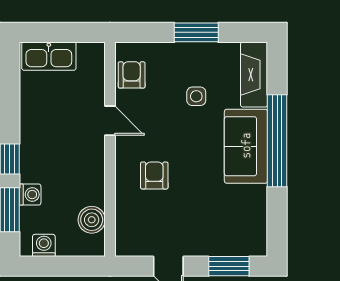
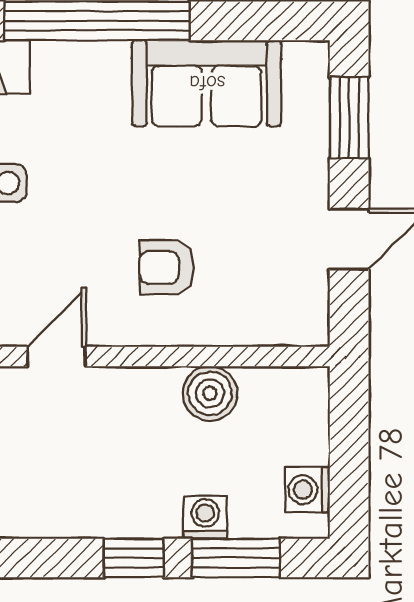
sofa: (246, 146) -> (207, 83), moved
boiler: (92, 220) -> (210, 393), moved

